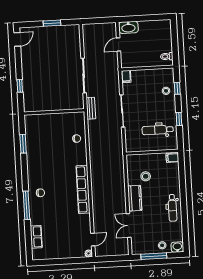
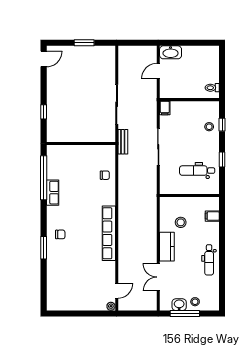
window: (23, 144) -> (44, 178), width x2.11
filing cabinet: (172, 158) -> (212, 216), moved
window: (26, 205) -> (44, 248), width x0.69
row of seats: (36, 237) -> (53, 193), moved
washbasin: (177, 247) -> (179, 305), moved

